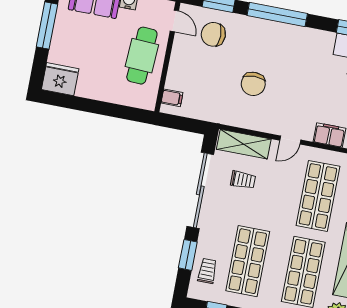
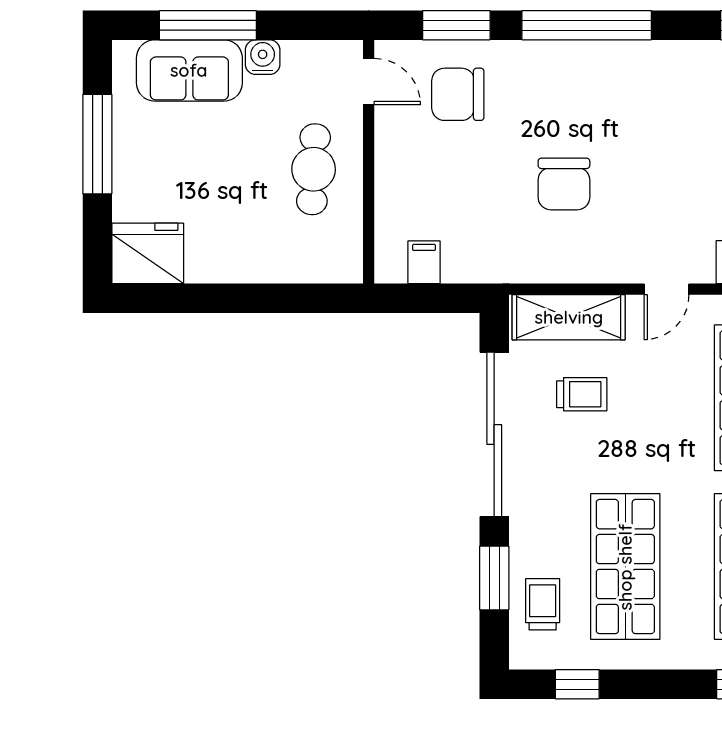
cafe table: (142, 56) -> (314, 169), width x0.73, depth x0.74
filing cabinet: (172, 98) -> (424, 262), moved, turned -90

